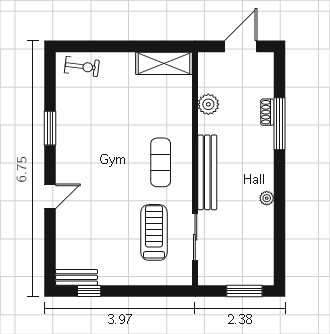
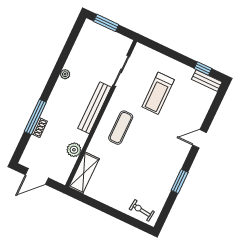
shelving: (164, 63) -> (84, 173), moved, turned 90
treadmill: (154, 232) -> (158, 93), moved

